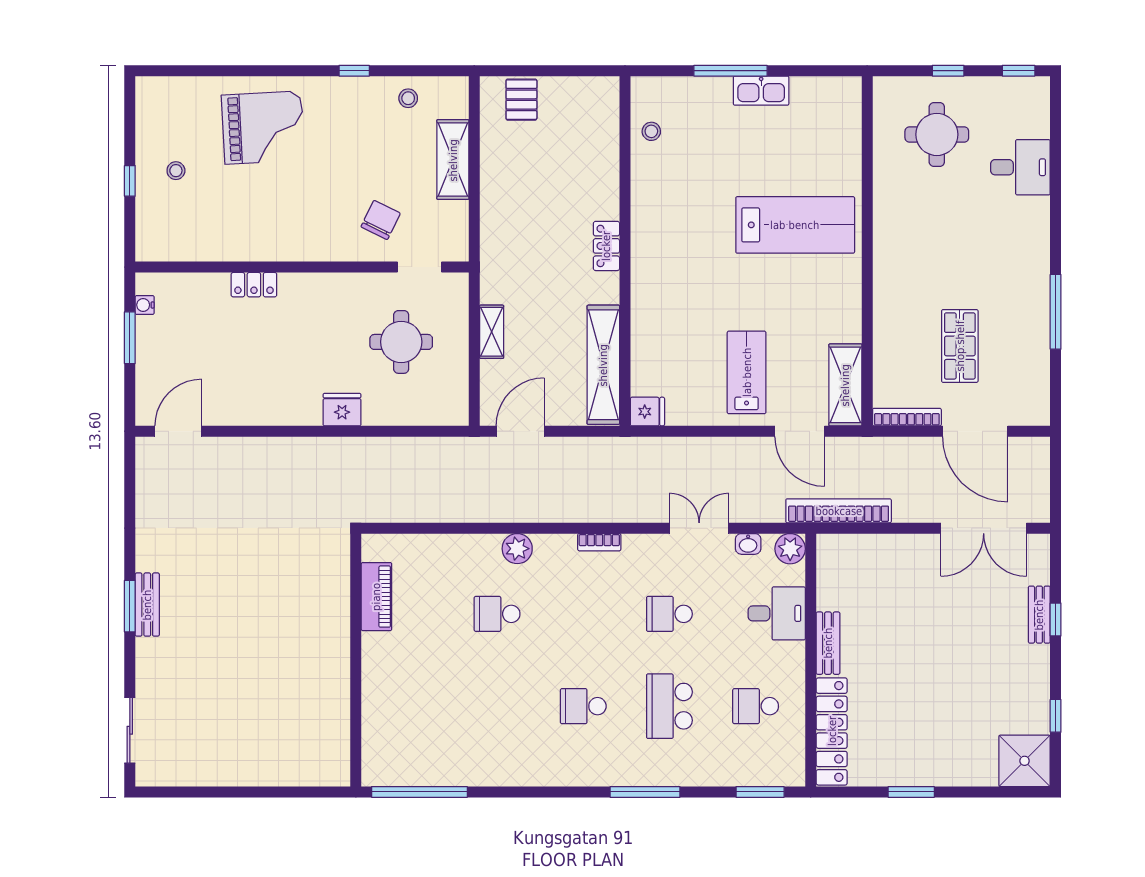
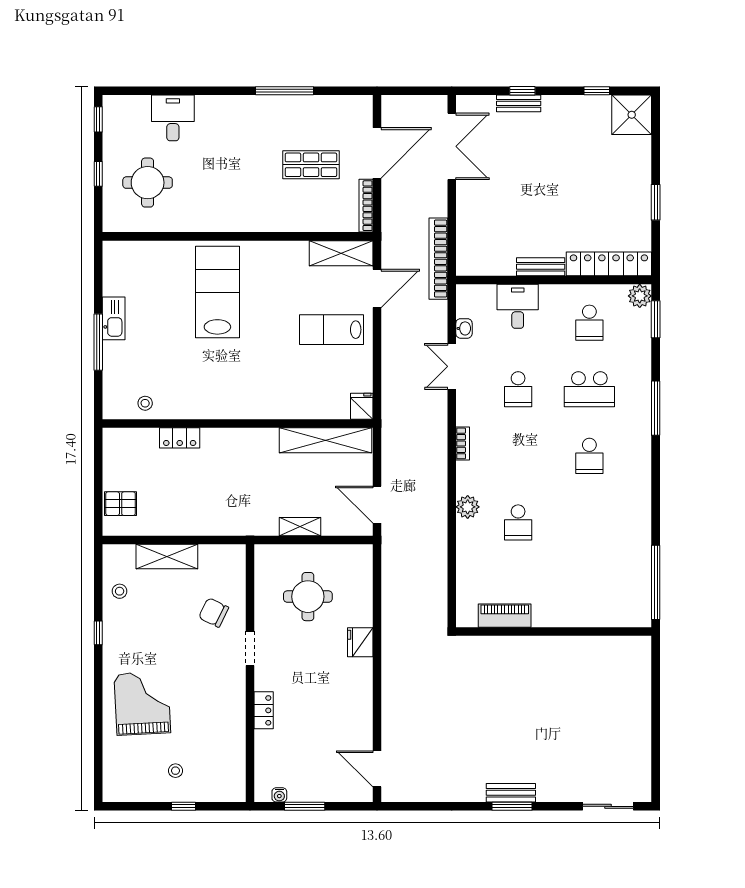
locker: (606, 246) -> (180, 438), moved
doorway: (420, 267) -> (250, 649), moved
plant: (790, 549) -> (640, 296), moved

